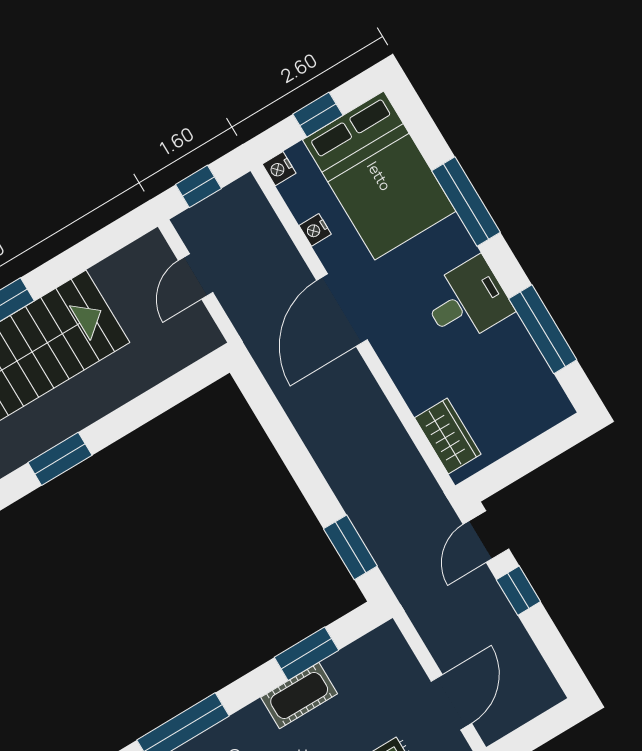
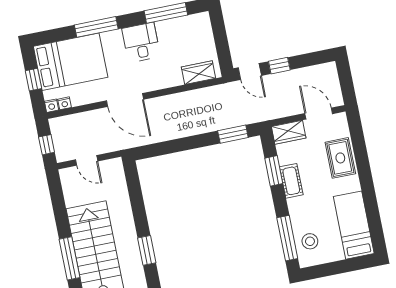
nightstand: (315, 230) -> (65, 103), moved
wardrobe: (393, 656) -> (289, 132), added

